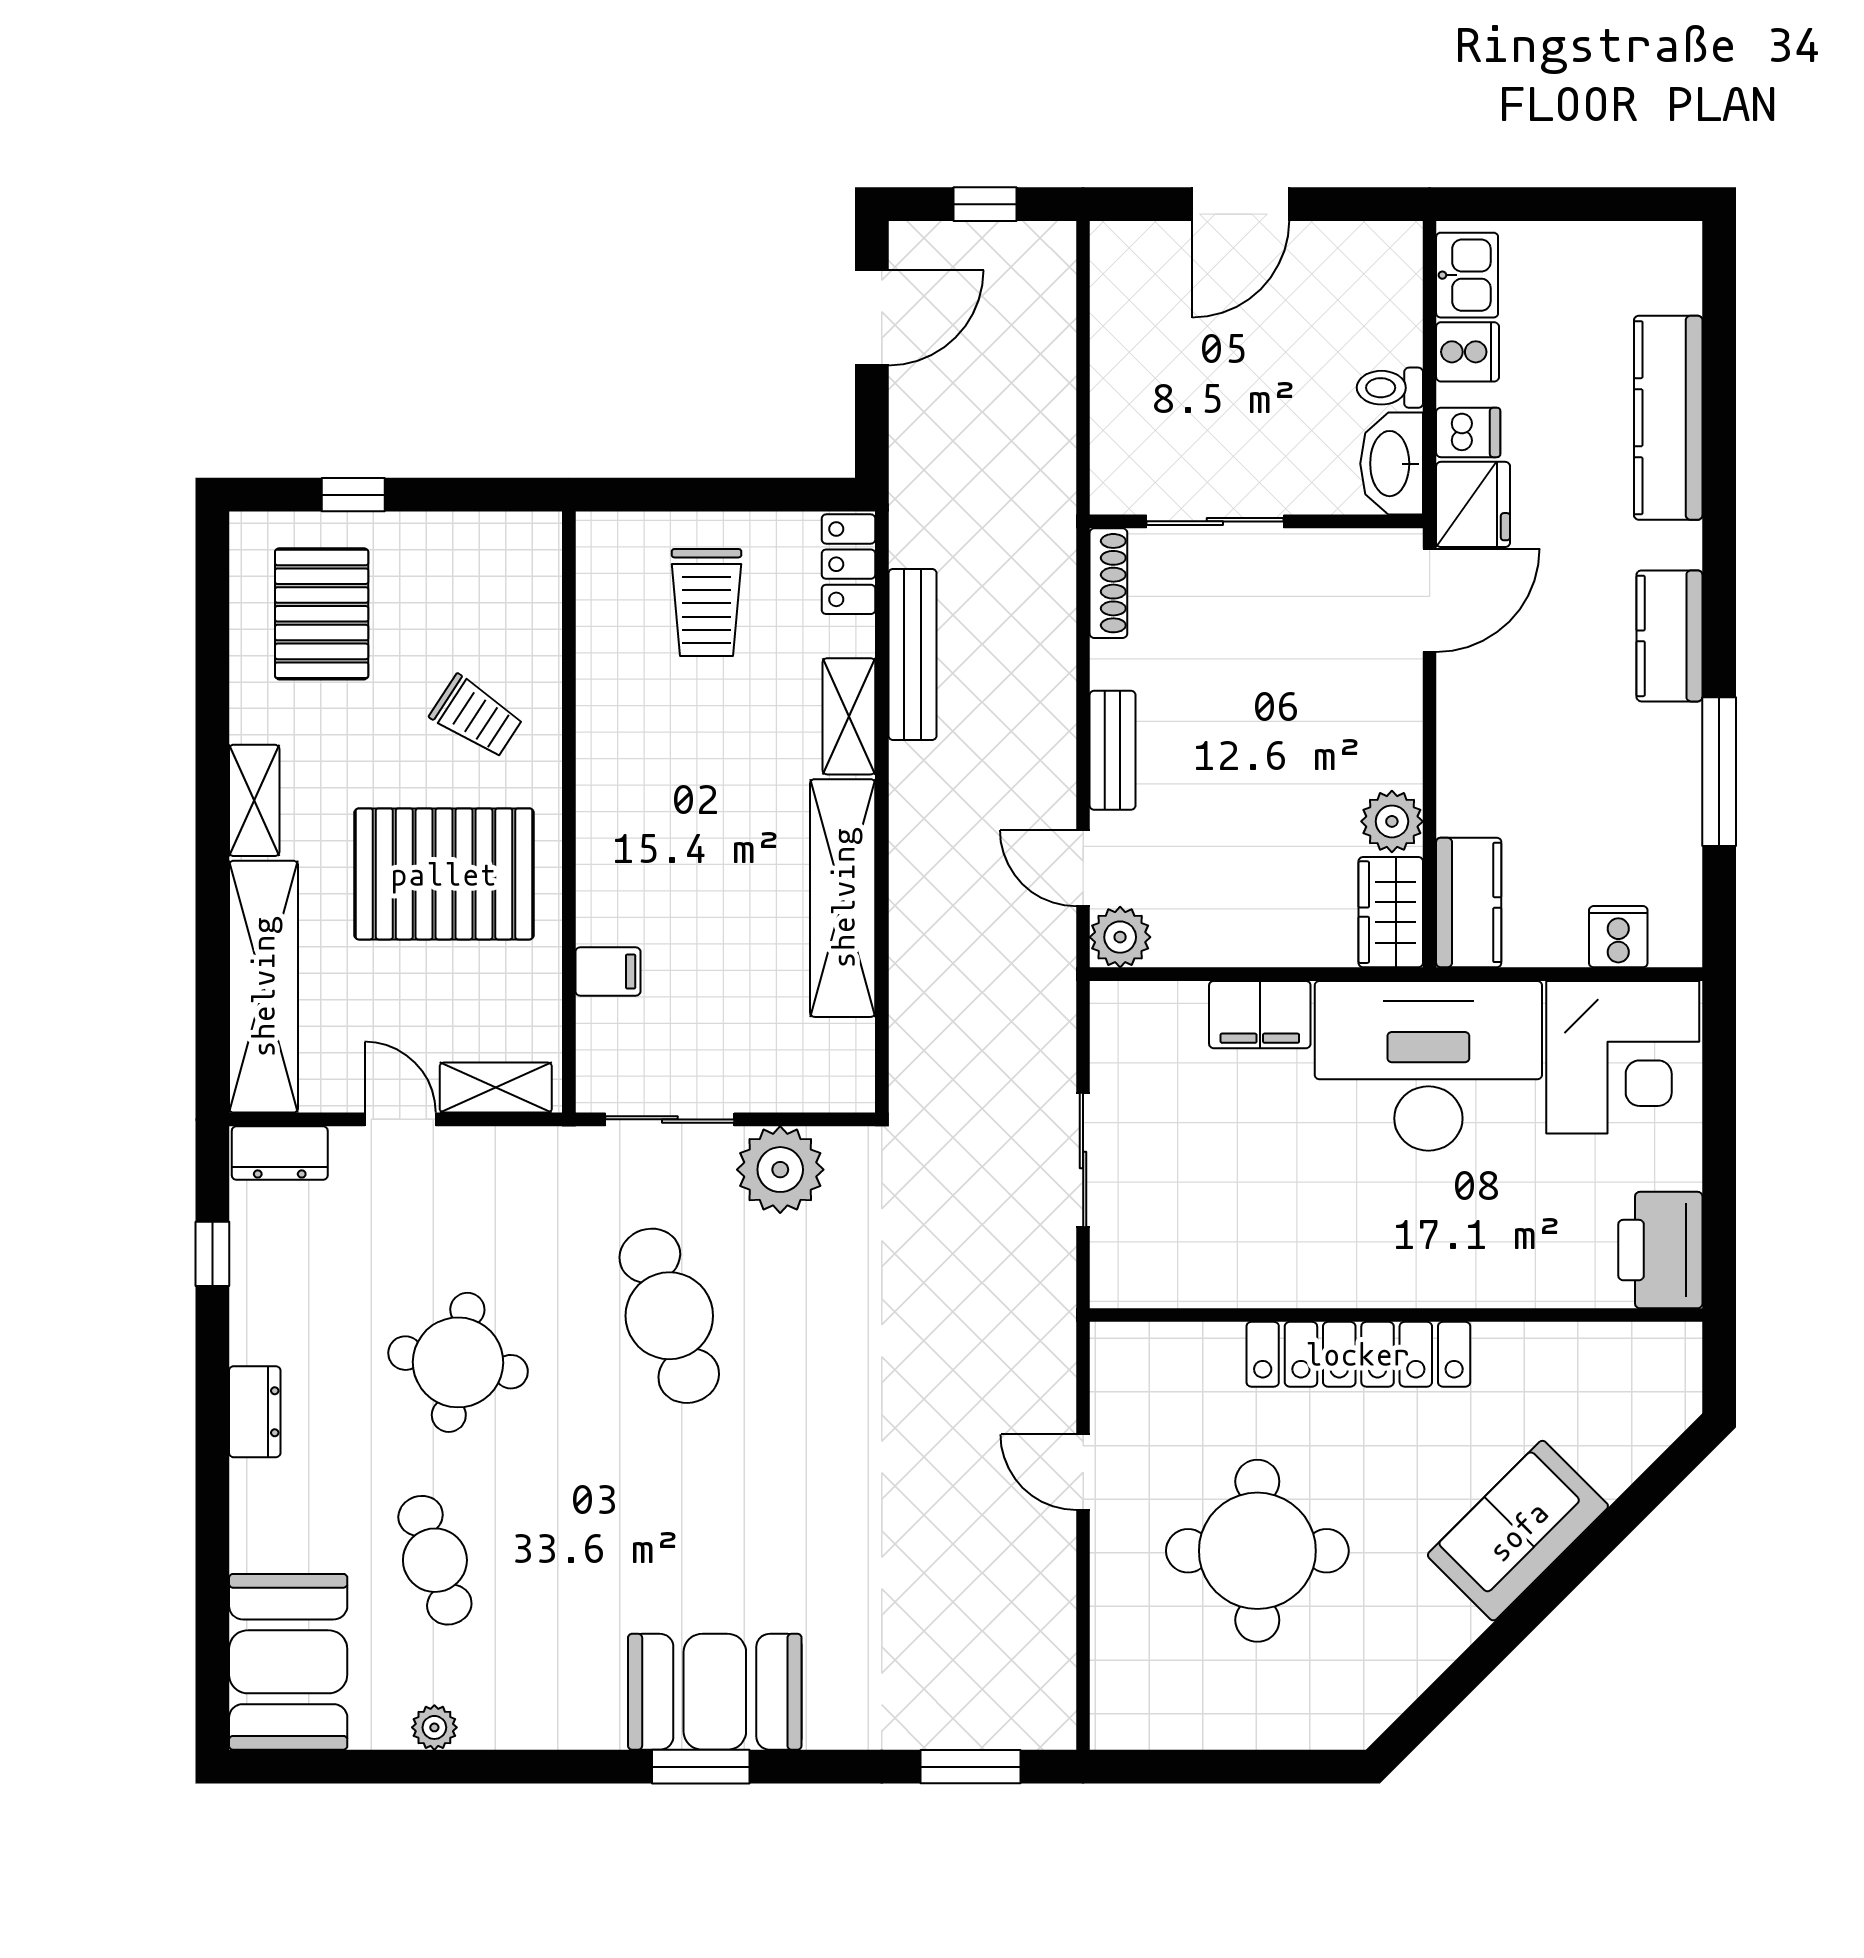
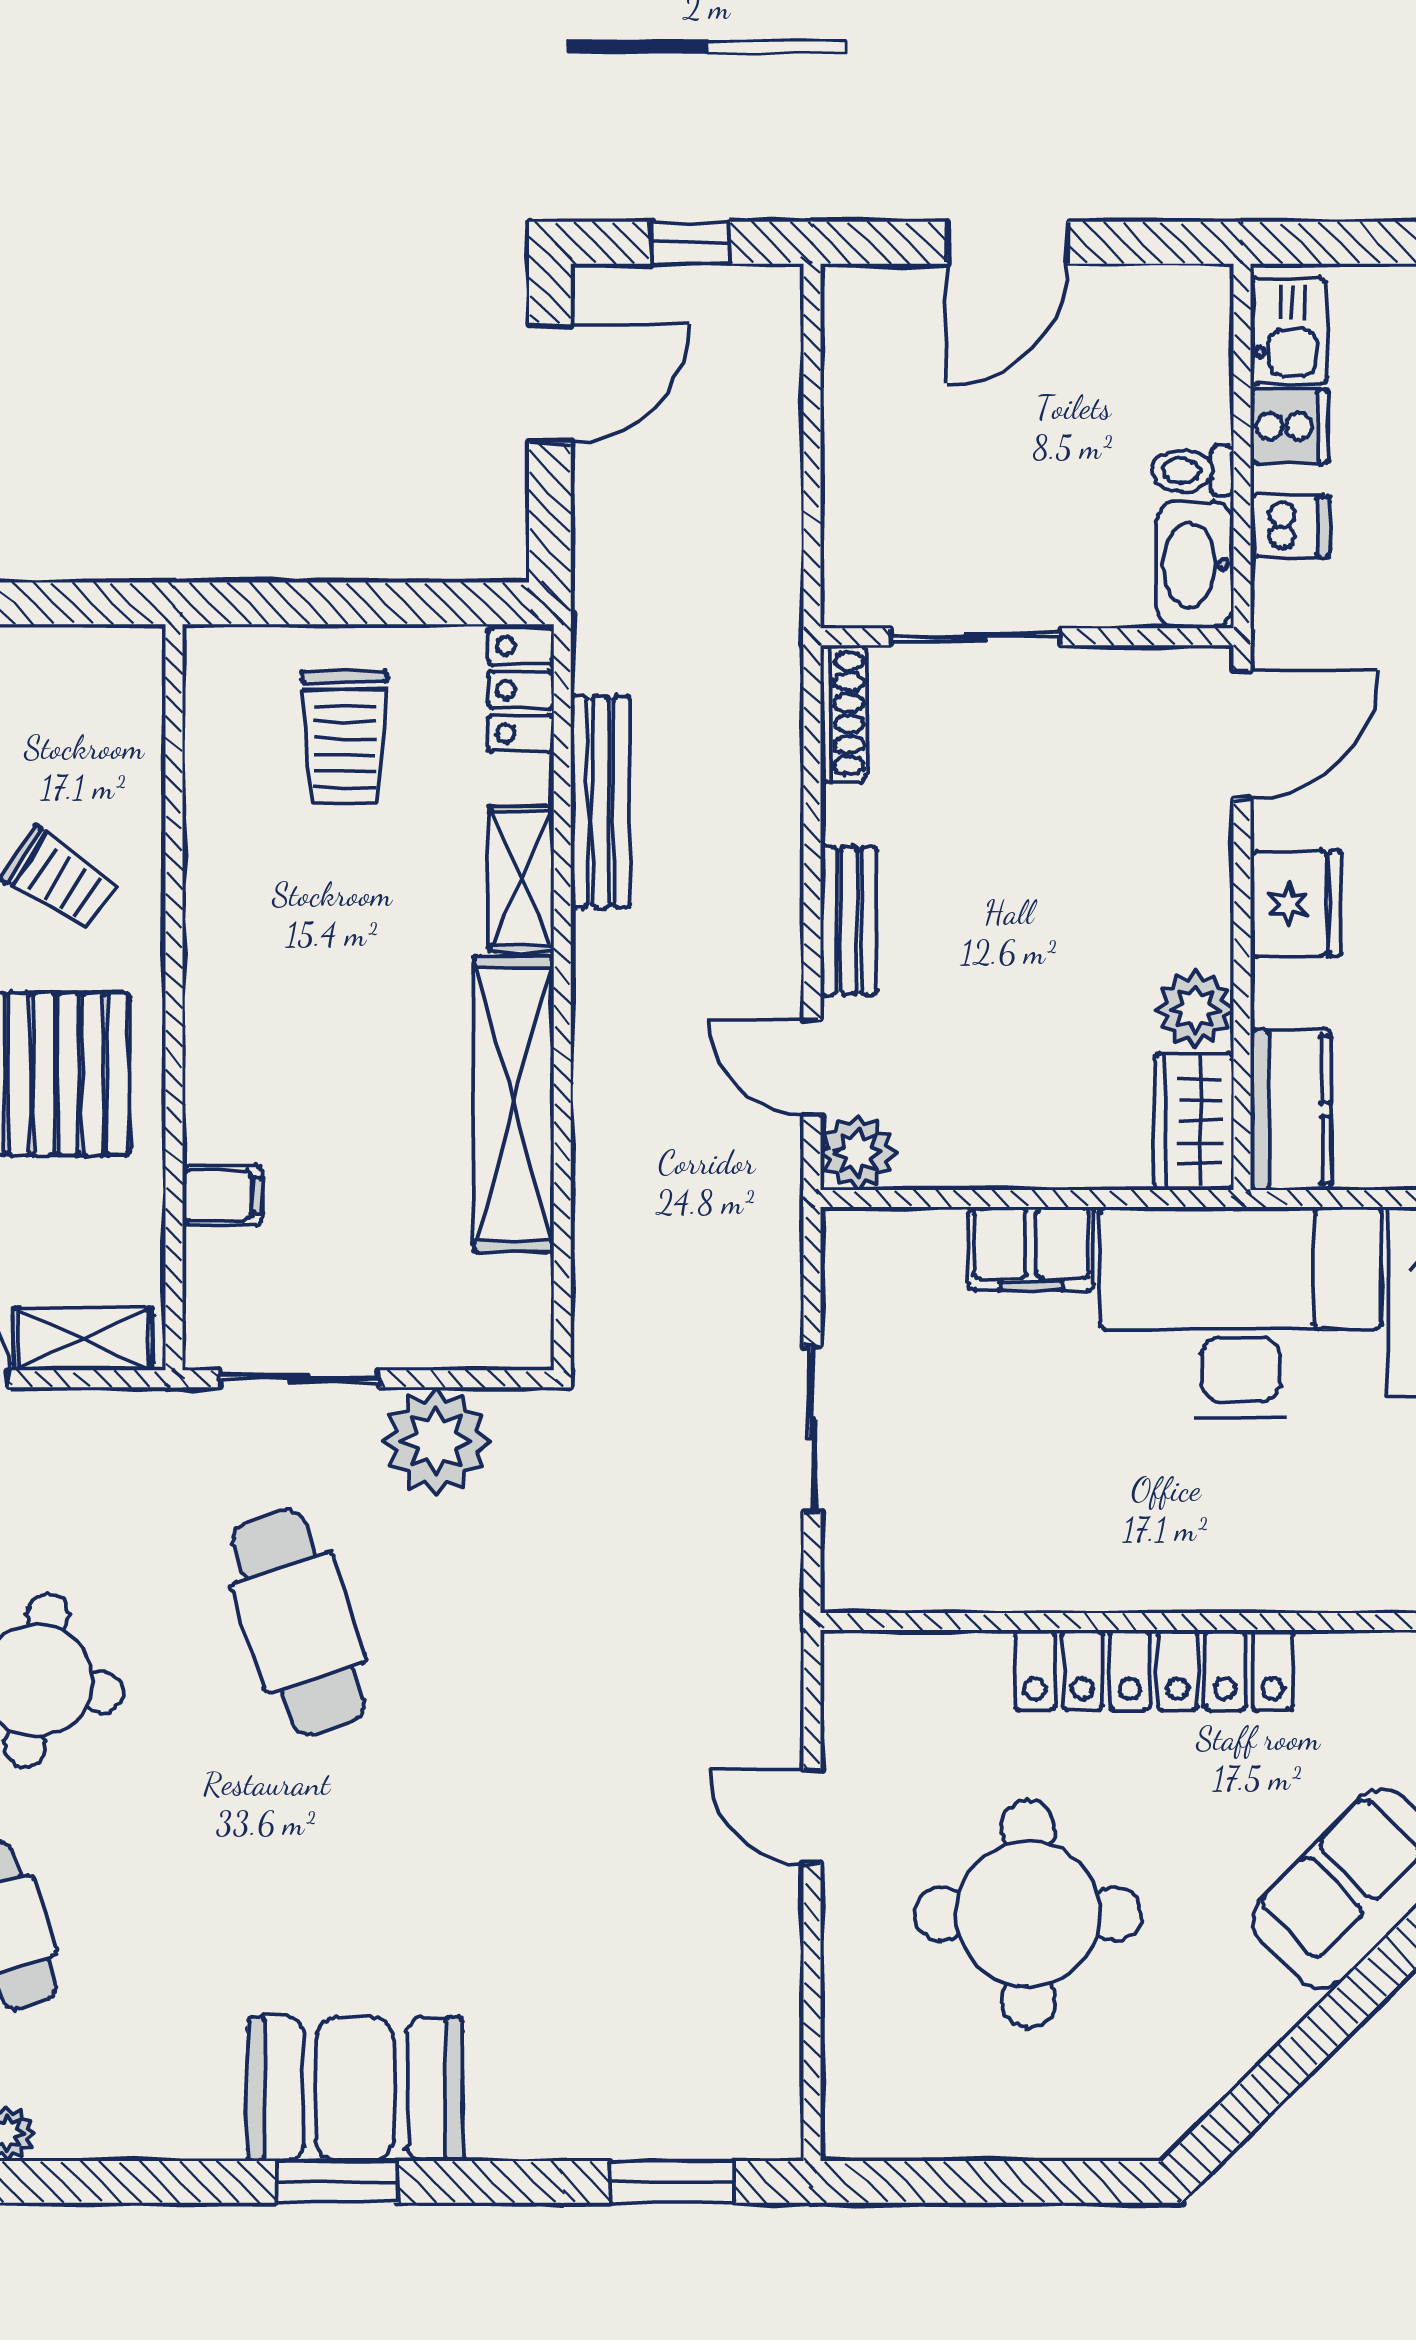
fridge: (1473, 504) -> (1296, 904), moved

